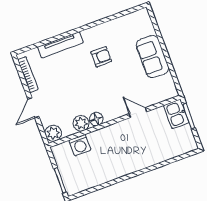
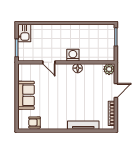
armchair: (101, 57) -> (35, 122), moved
kitchen sink: (176, 114) -> (24, 33), moved
plant: (81, 123) -> (89, 69), removed
washing machine: (80, 145) -> (73, 55), moved

